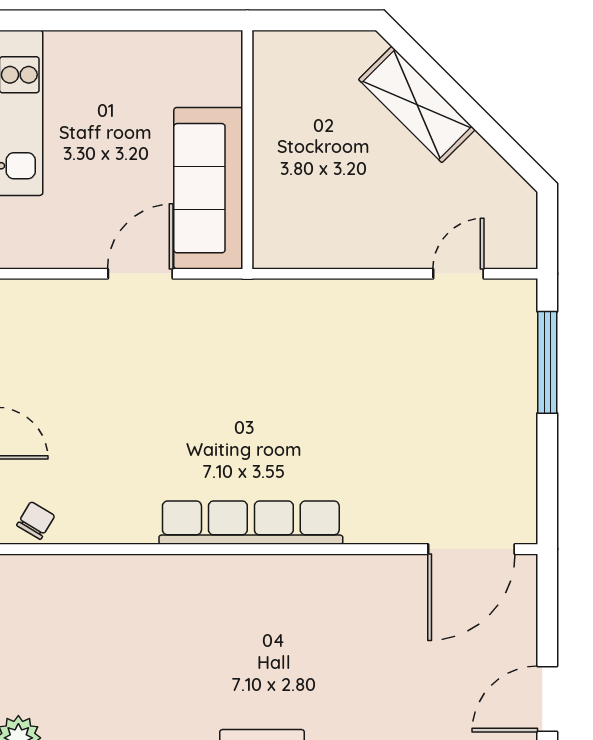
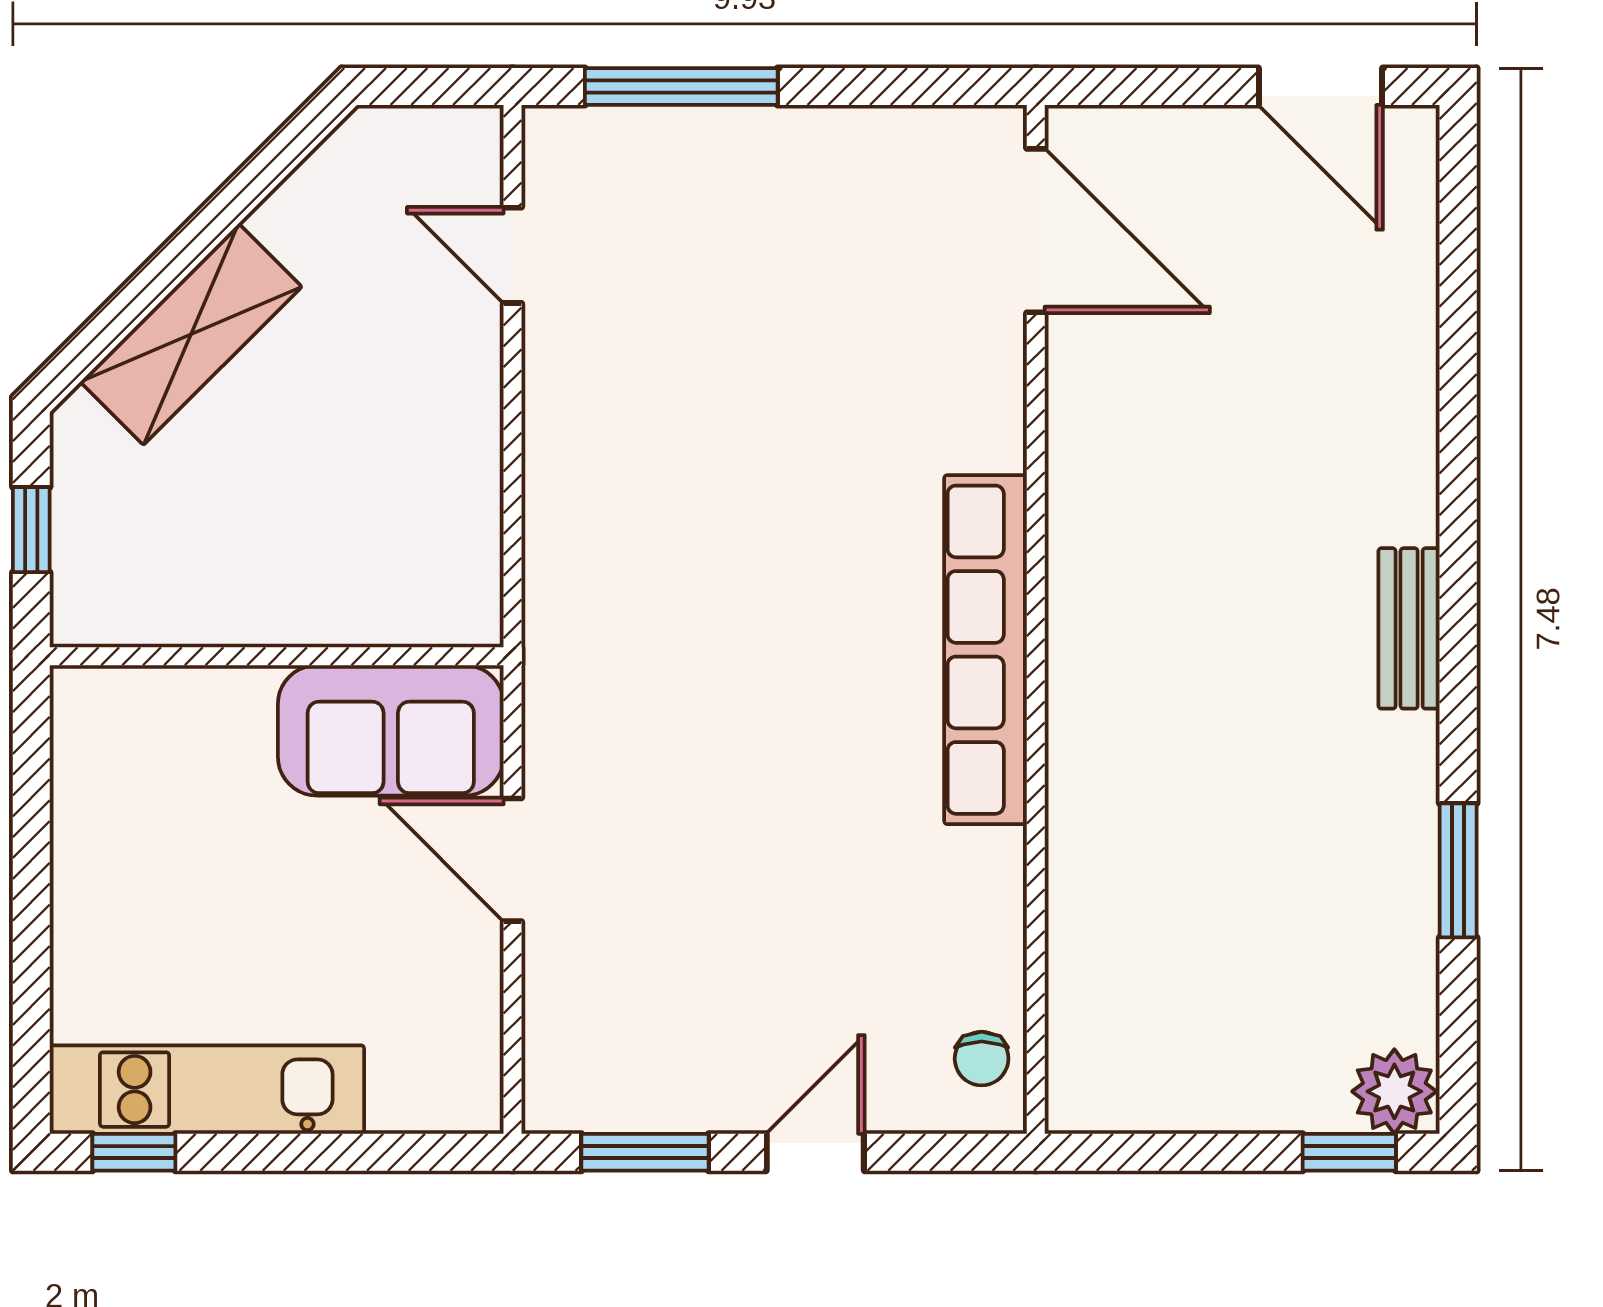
window: (314, 20) -> (31, 530), added
sofa: (208, 188) -> (391, 730), width x0.73
chair: (36, 521) -> (982, 1059), turned -121

